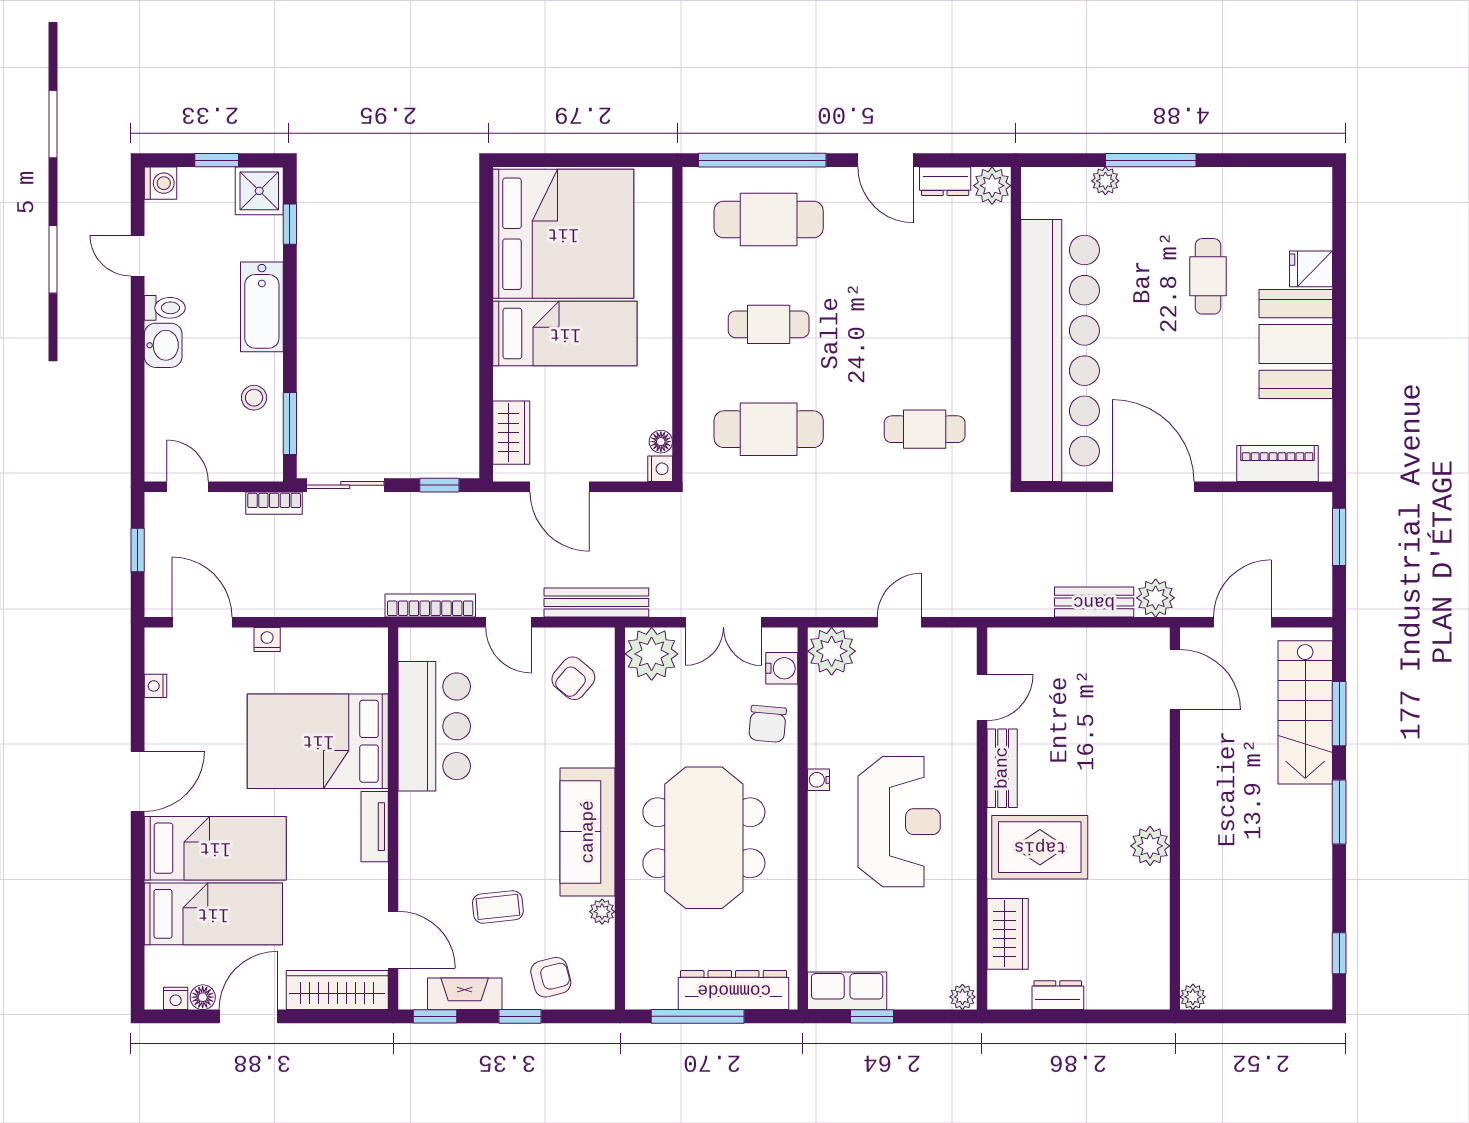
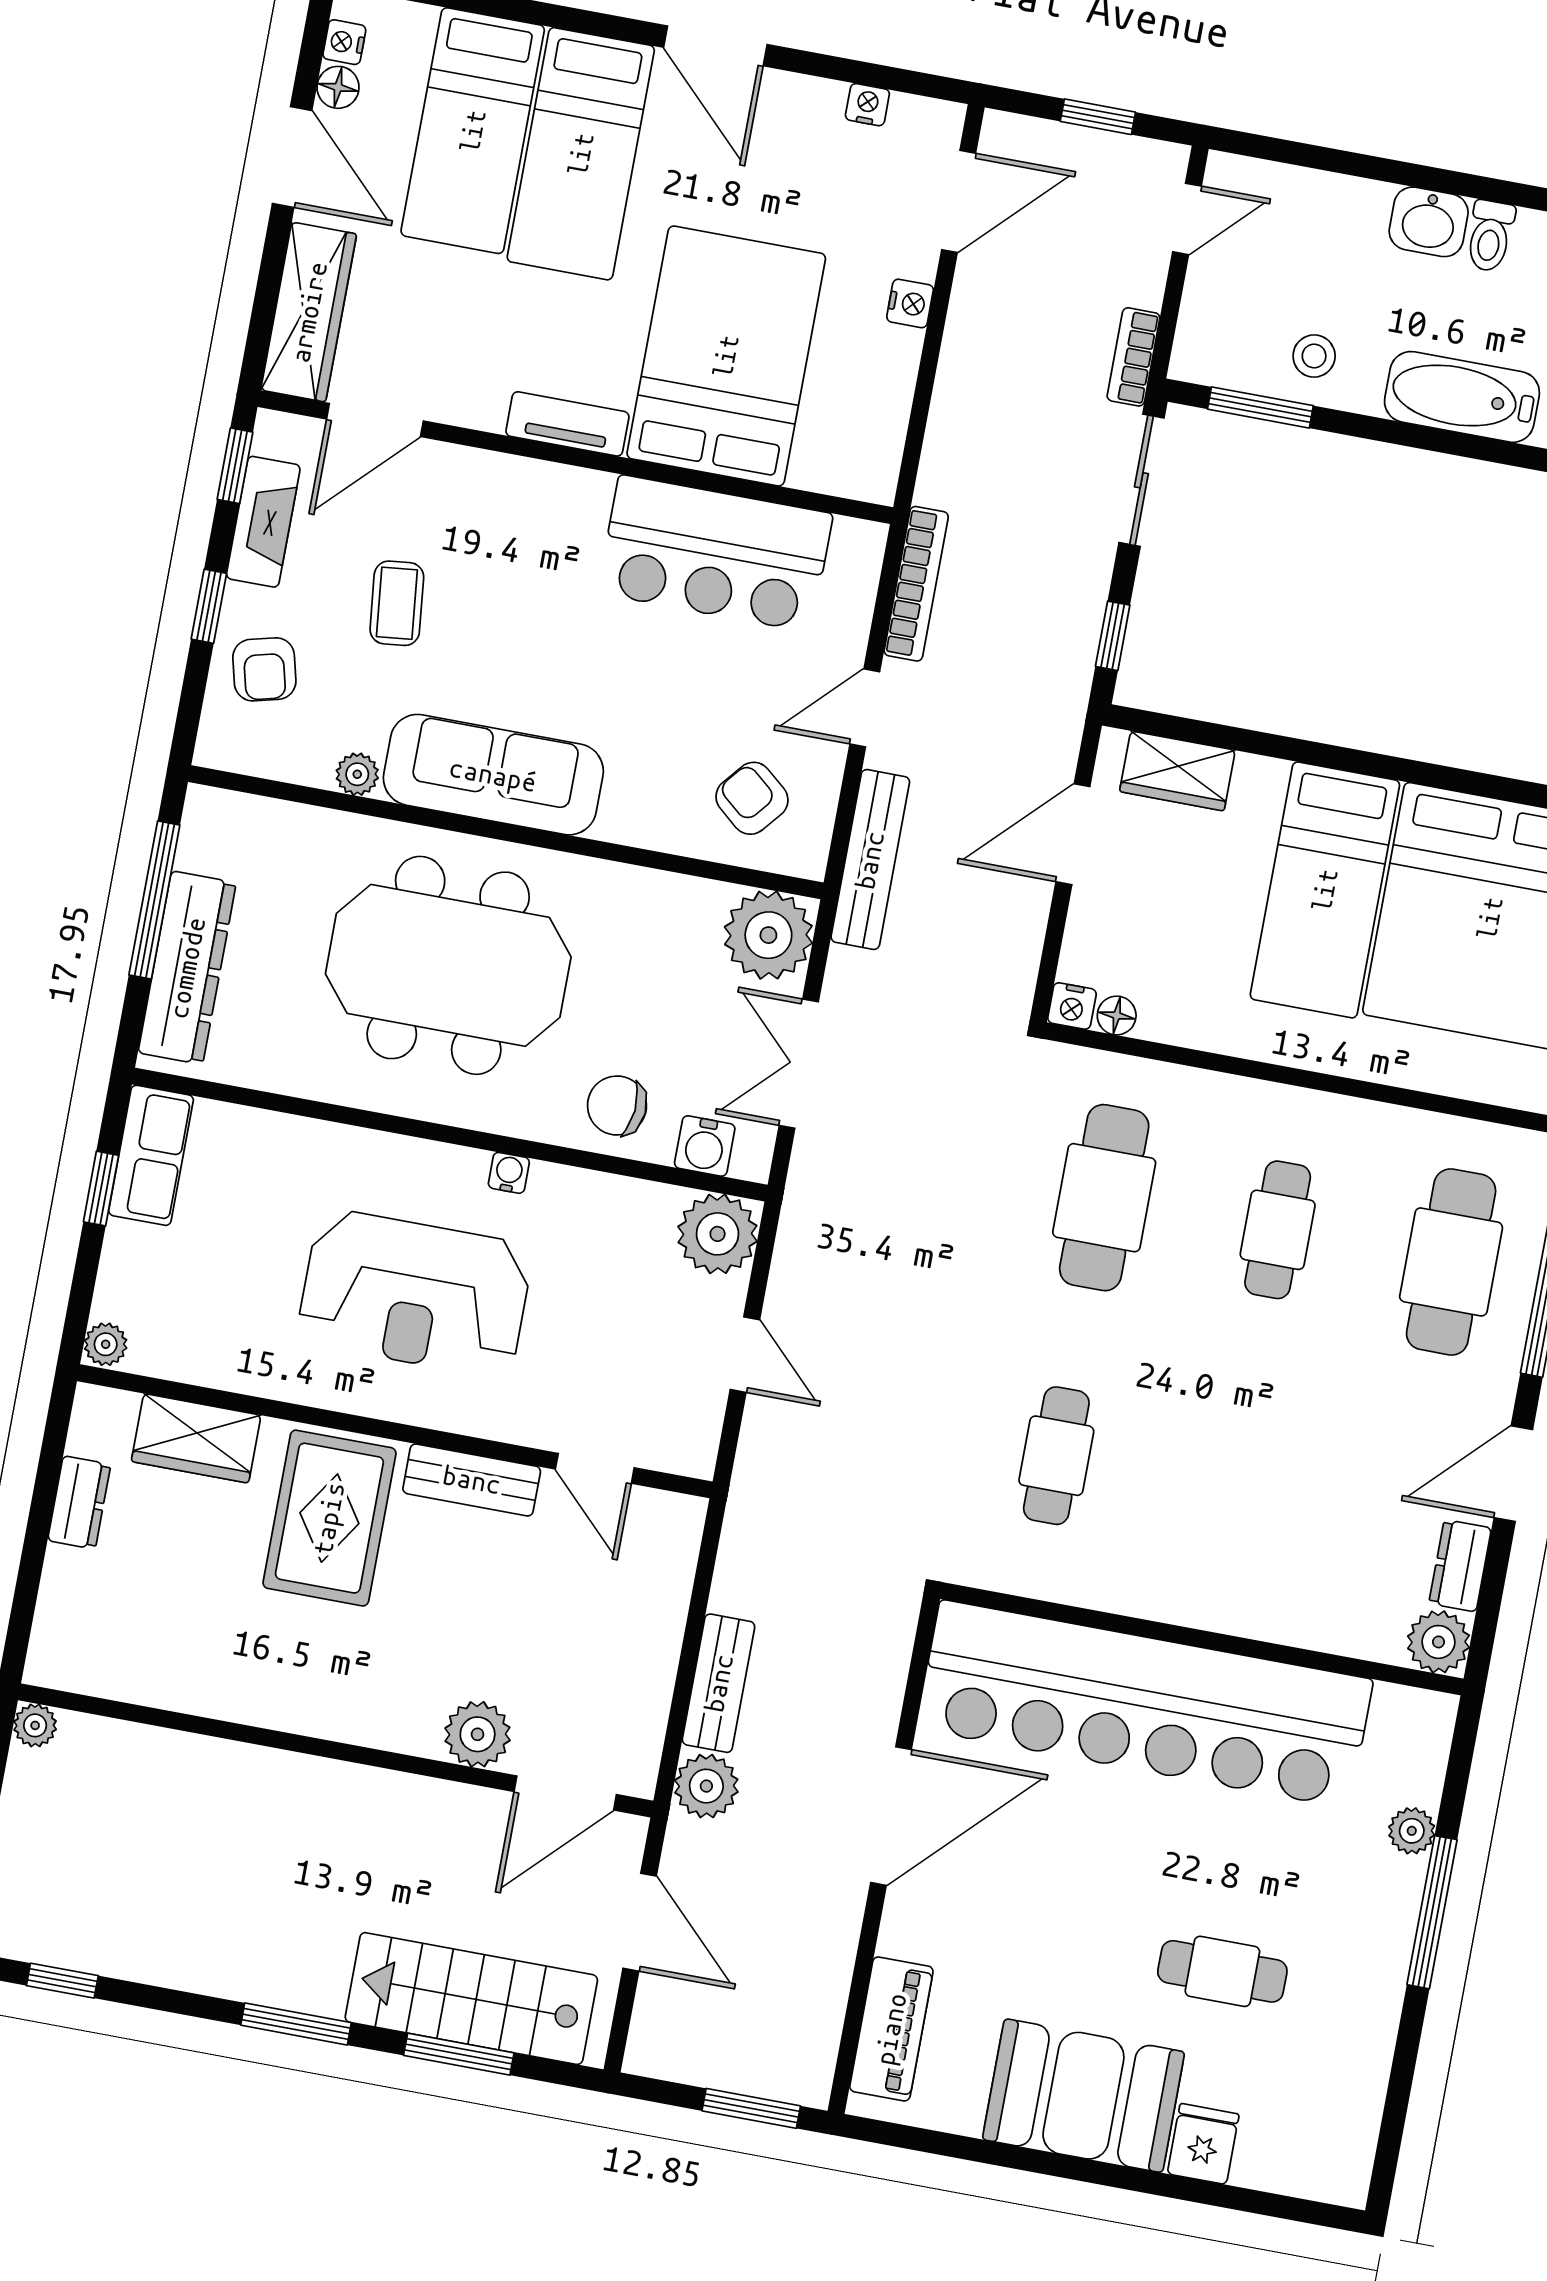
plant: (1150, 846) -> (478, 1734), moved

